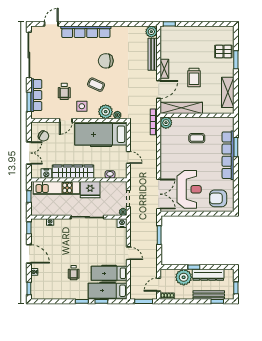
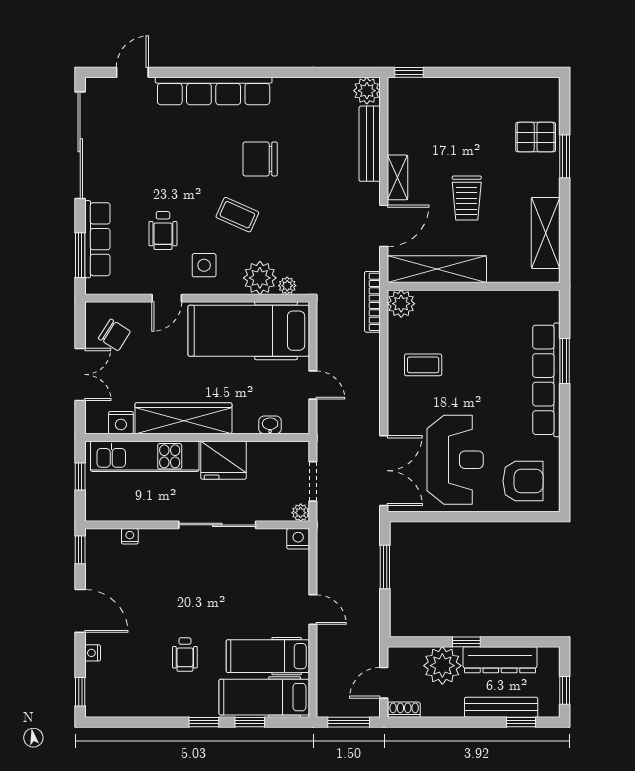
coffee table: (197, 138) -> (423, 365), moved
armchair: (218, 198) -> (523, 481), turned 180

